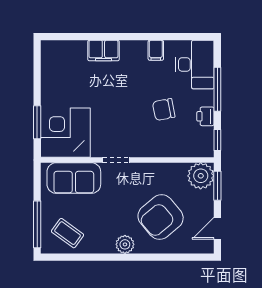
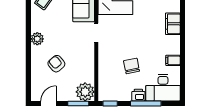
printer: (205, 116) -> (138, 95), moved
armchair: (161, 217) -> (56, 64), width x0.53, depth x0.53
door: (217, 228) -> (49, 103), hinge flipped

